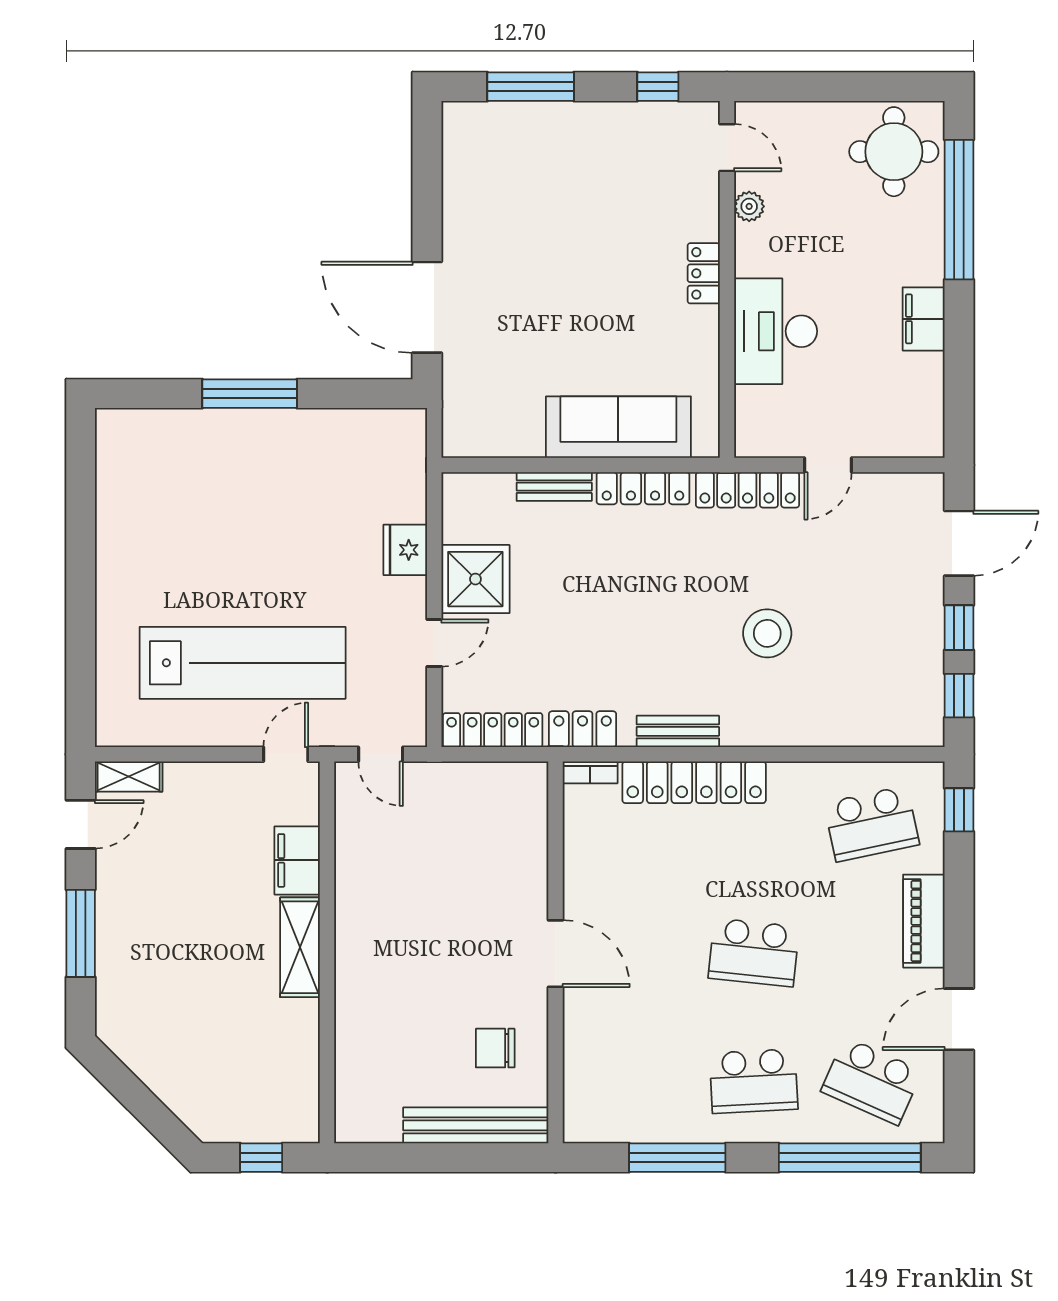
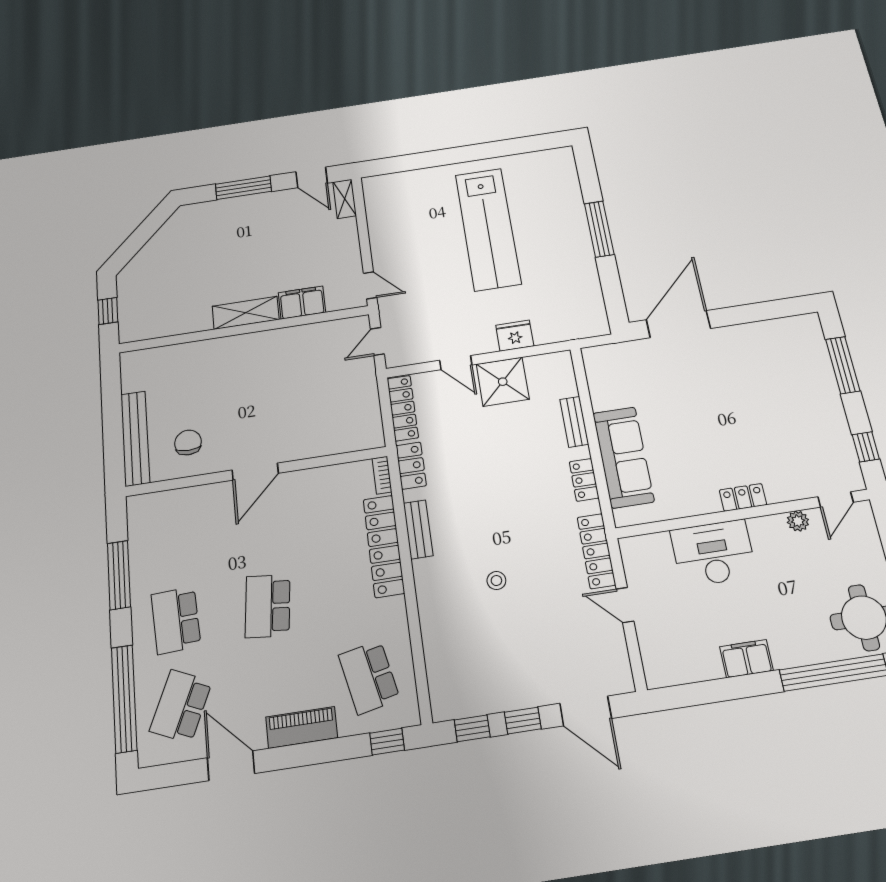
locker: (643, 488) -> (584, 480), width x0.66
stool: (767, 633) -> (496, 581), width x0.53, depth x0.53
lab bench: (243, 663) -> (488, 229), moved

